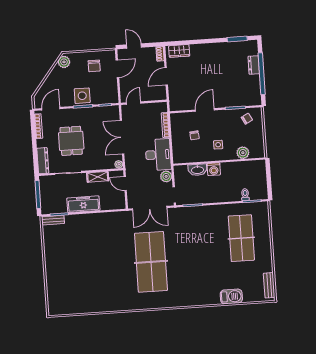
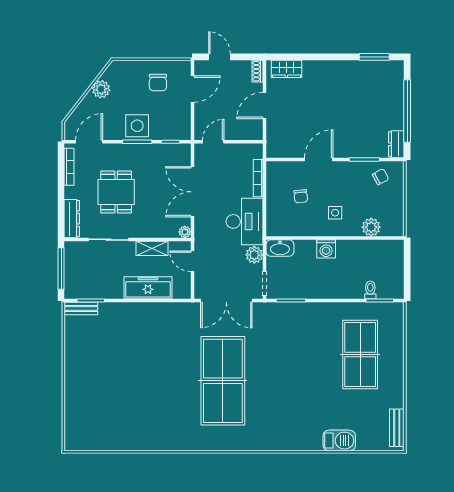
plant: (64, 62) -> (101, 89), moved
dresser: (254, 65) -> (396, 144), moved
washbasin: (197, 170) -> (280, 248), moved
freezer: (83, 204) -> (148, 288), moved

